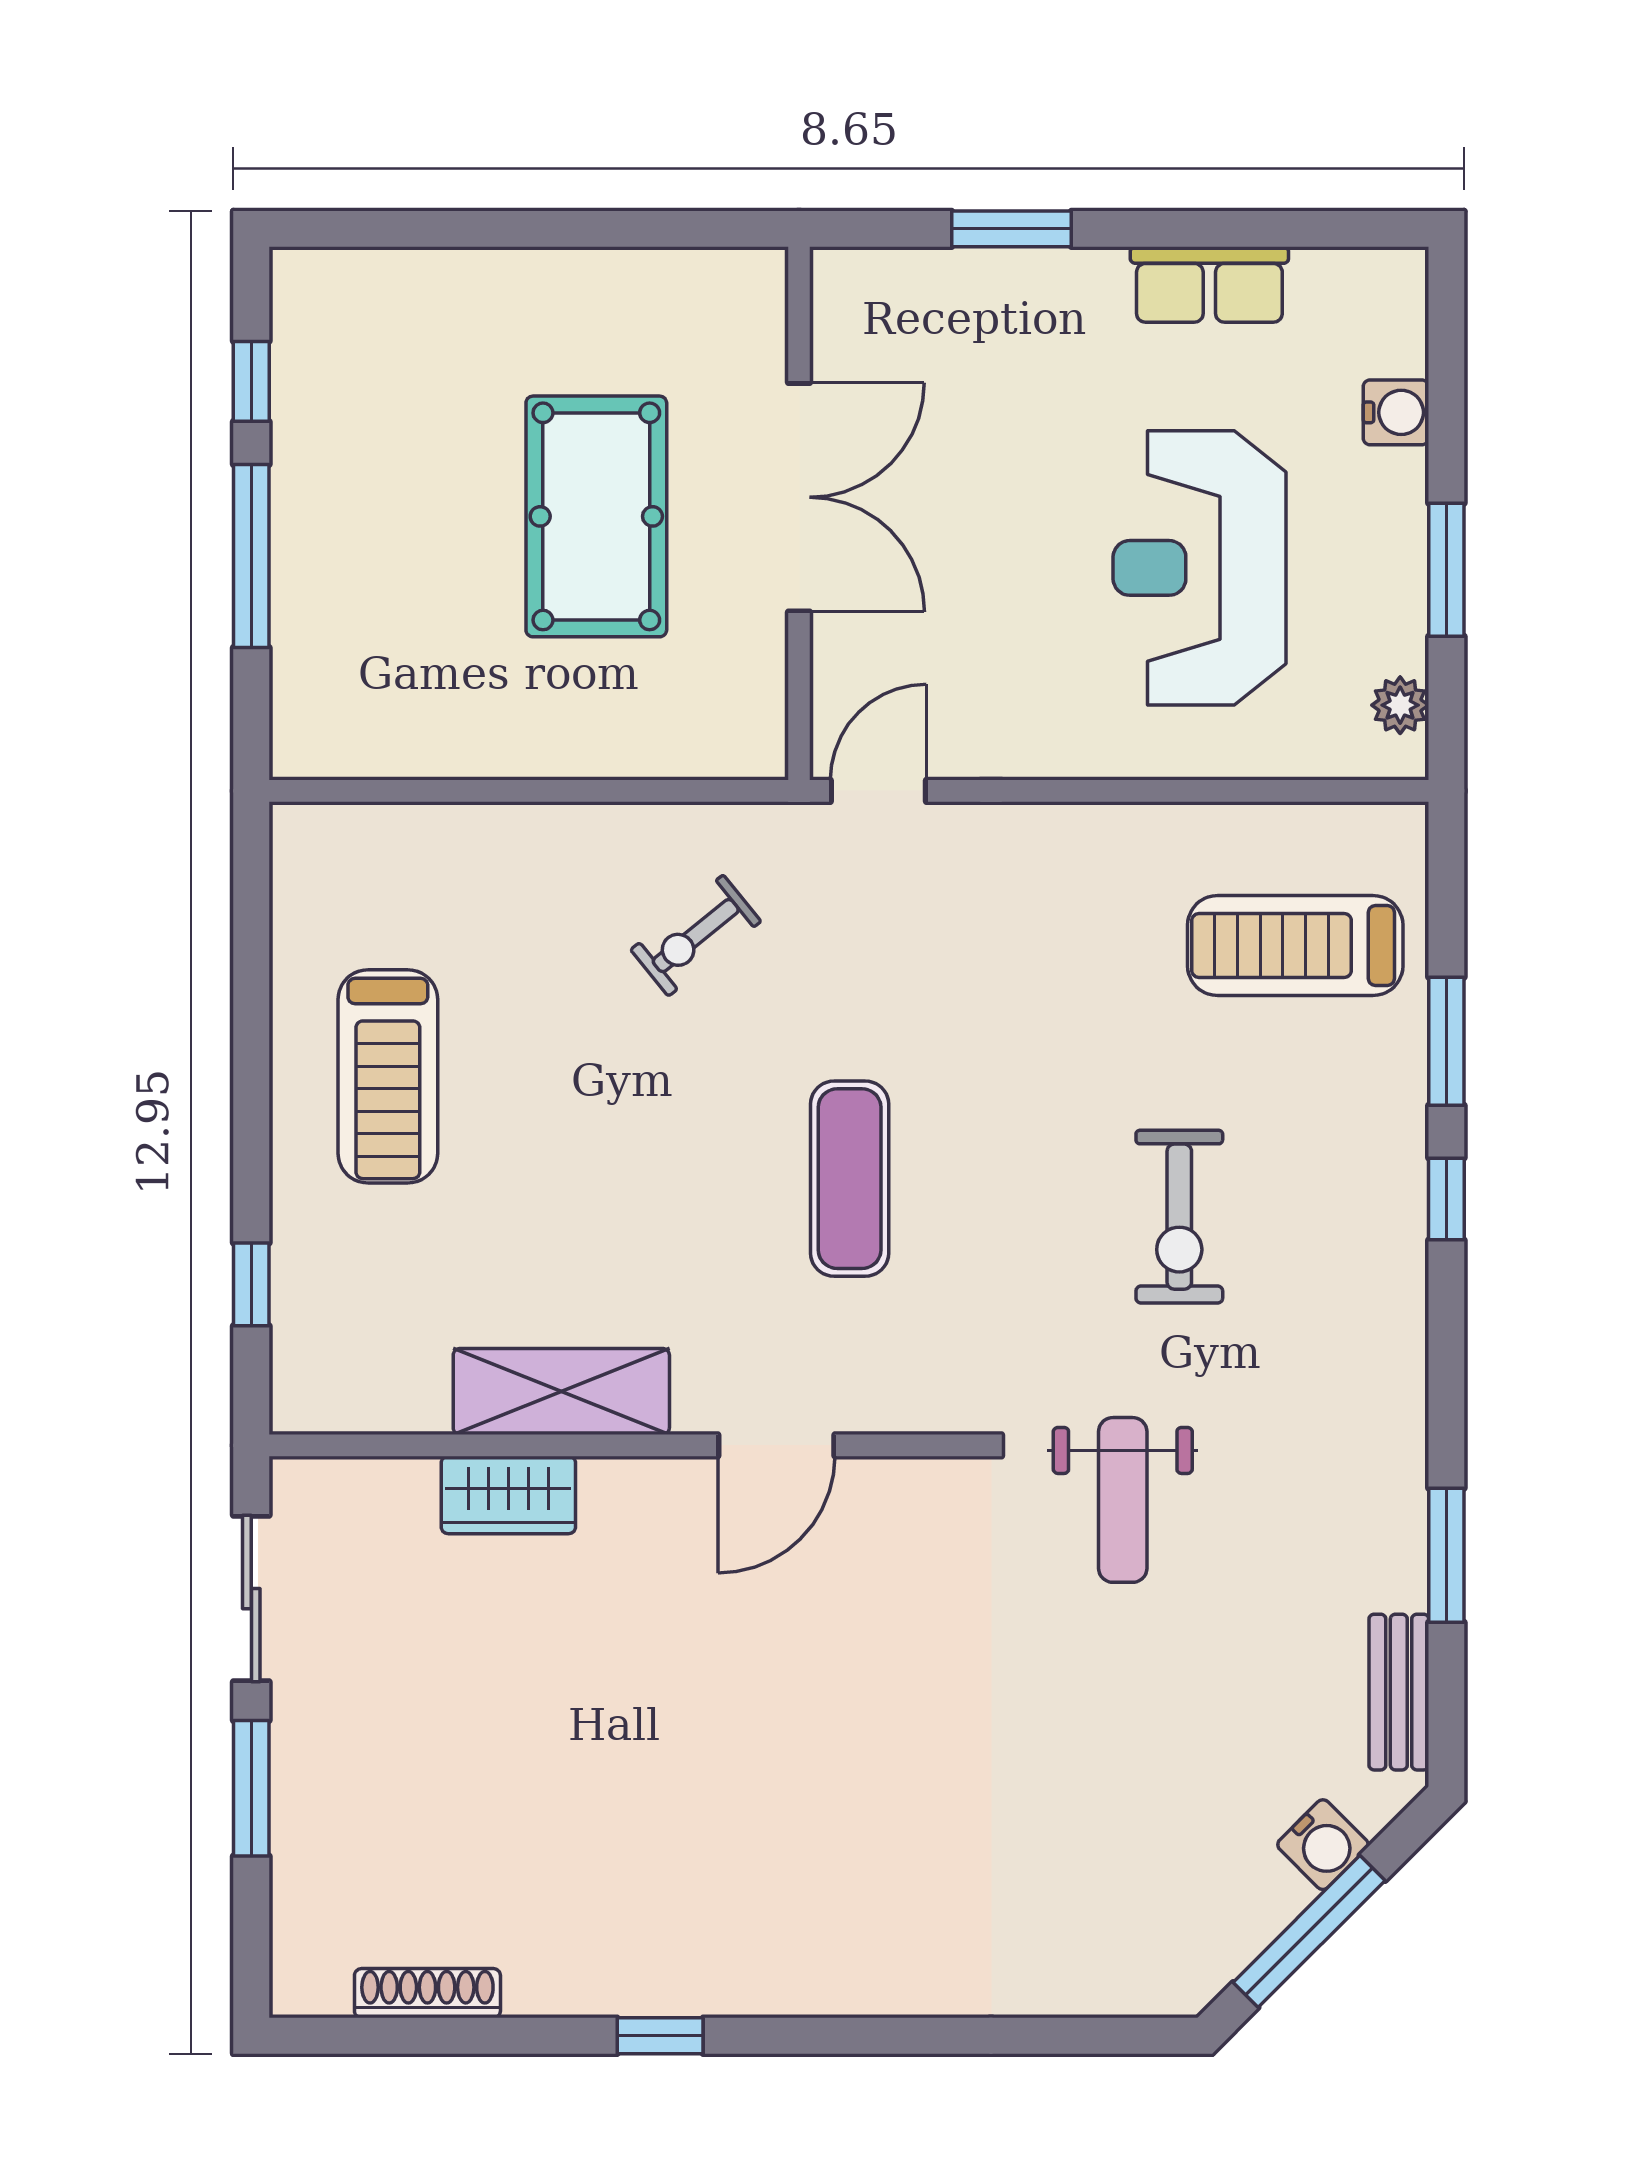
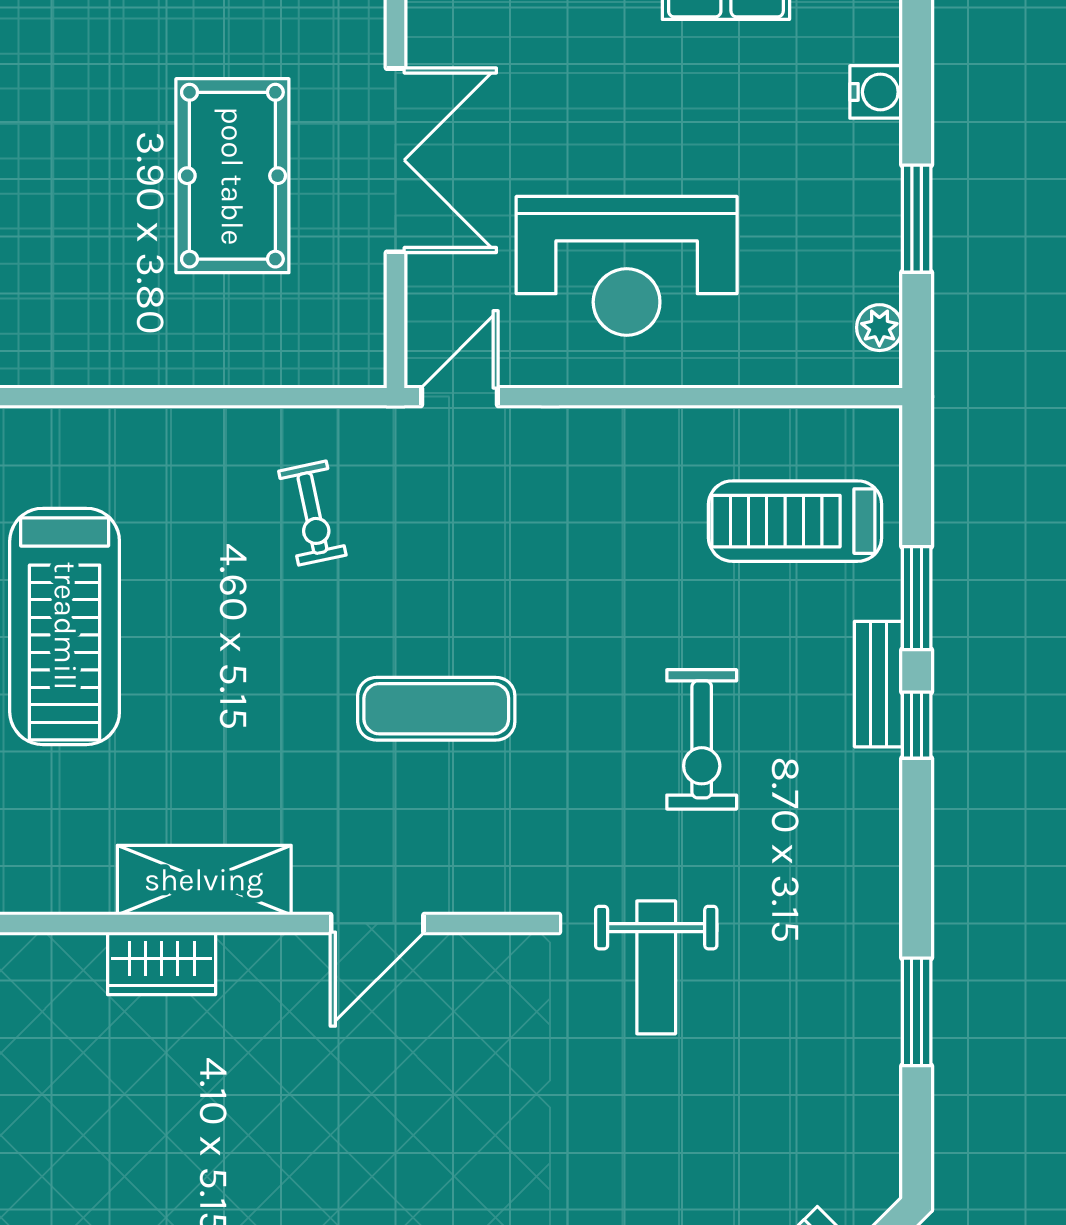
reception desk: (1200, 568) -> (627, 266), moved, turned -90
exercise bike: (696, 936) -> (312, 513), turned -63
treadmill: (388, 1076) -> (65, 626), width x1.37, depth x1.38
exercise mat: (850, 1179) -> (436, 709), turned 90
bench: (1399, 1692) -> (878, 684), moved

